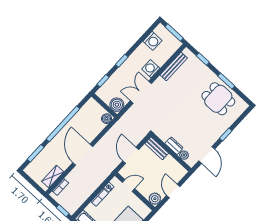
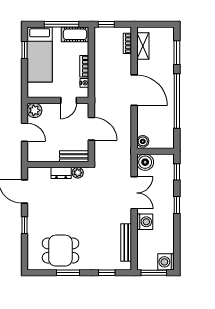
washing machine: (152, 41) -> (166, 262), moved
plant: (184, 155) -> (78, 173), moved

